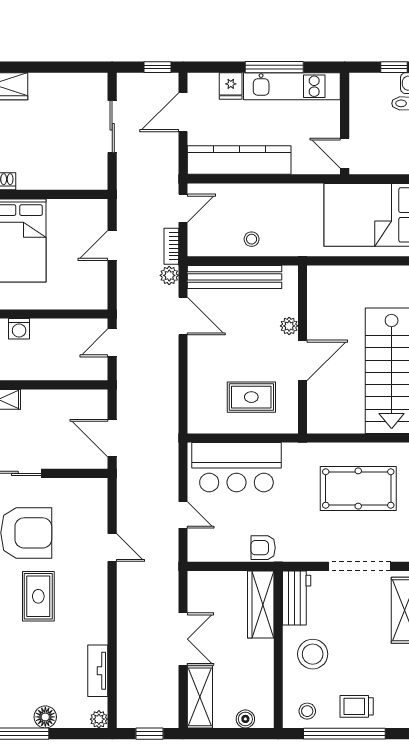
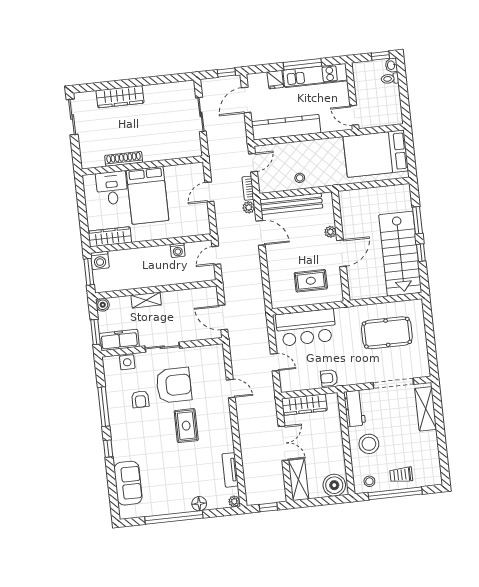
washing machine: (19, 329) -> (178, 250), moved
wardrobe: (261, 605) -> (304, 405), moved, turned -90
boiler: (245, 719) -> (334, 485), width x1.86, depth x1.86

